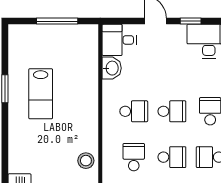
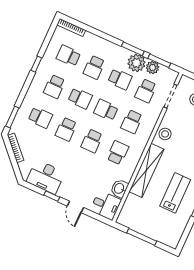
shelving: (89, 105) -> (146, 170), added
school desk: (134, 111) -> (118, 153), turned 90
school desk: (172, 111) -> (92, 141), turned -90

